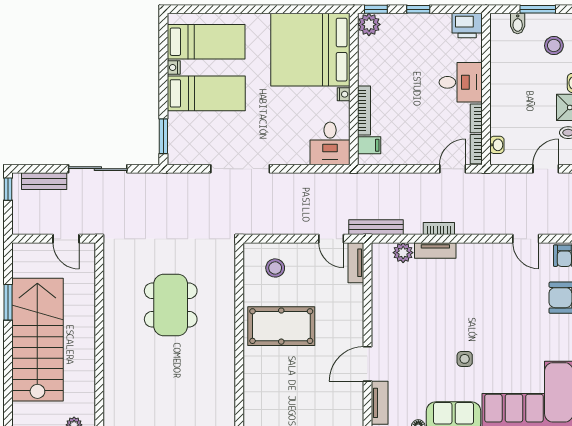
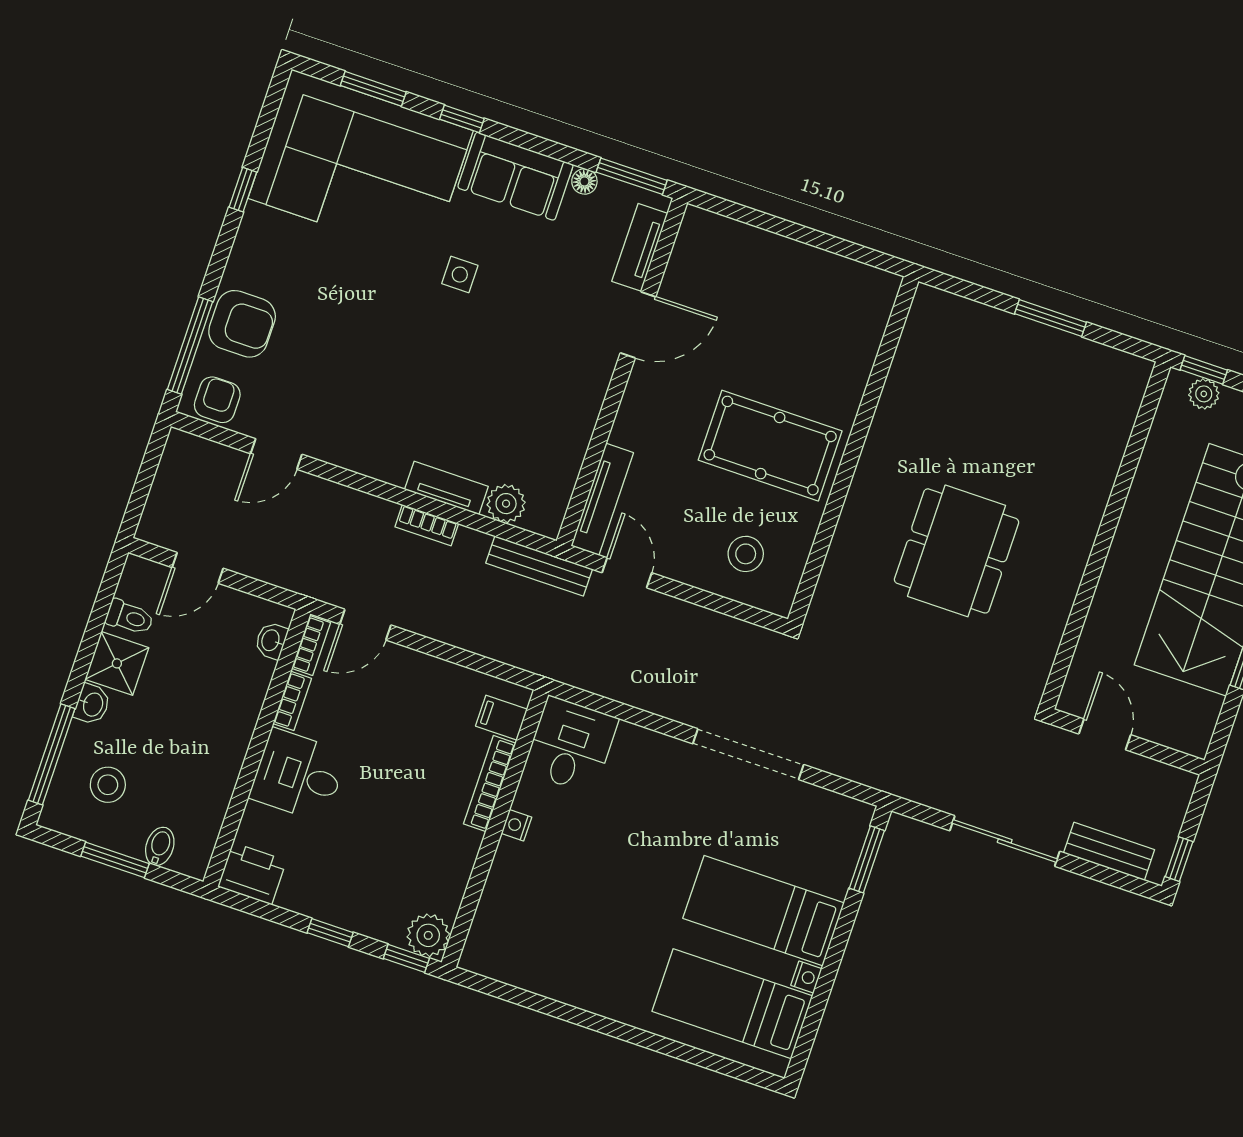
bed: (310, 50) -> (549, 926), removed
door: (526, 239) -> (276, 454), swing flipped
tv unit: (356, 263) -> (602, 499), width x1.41

